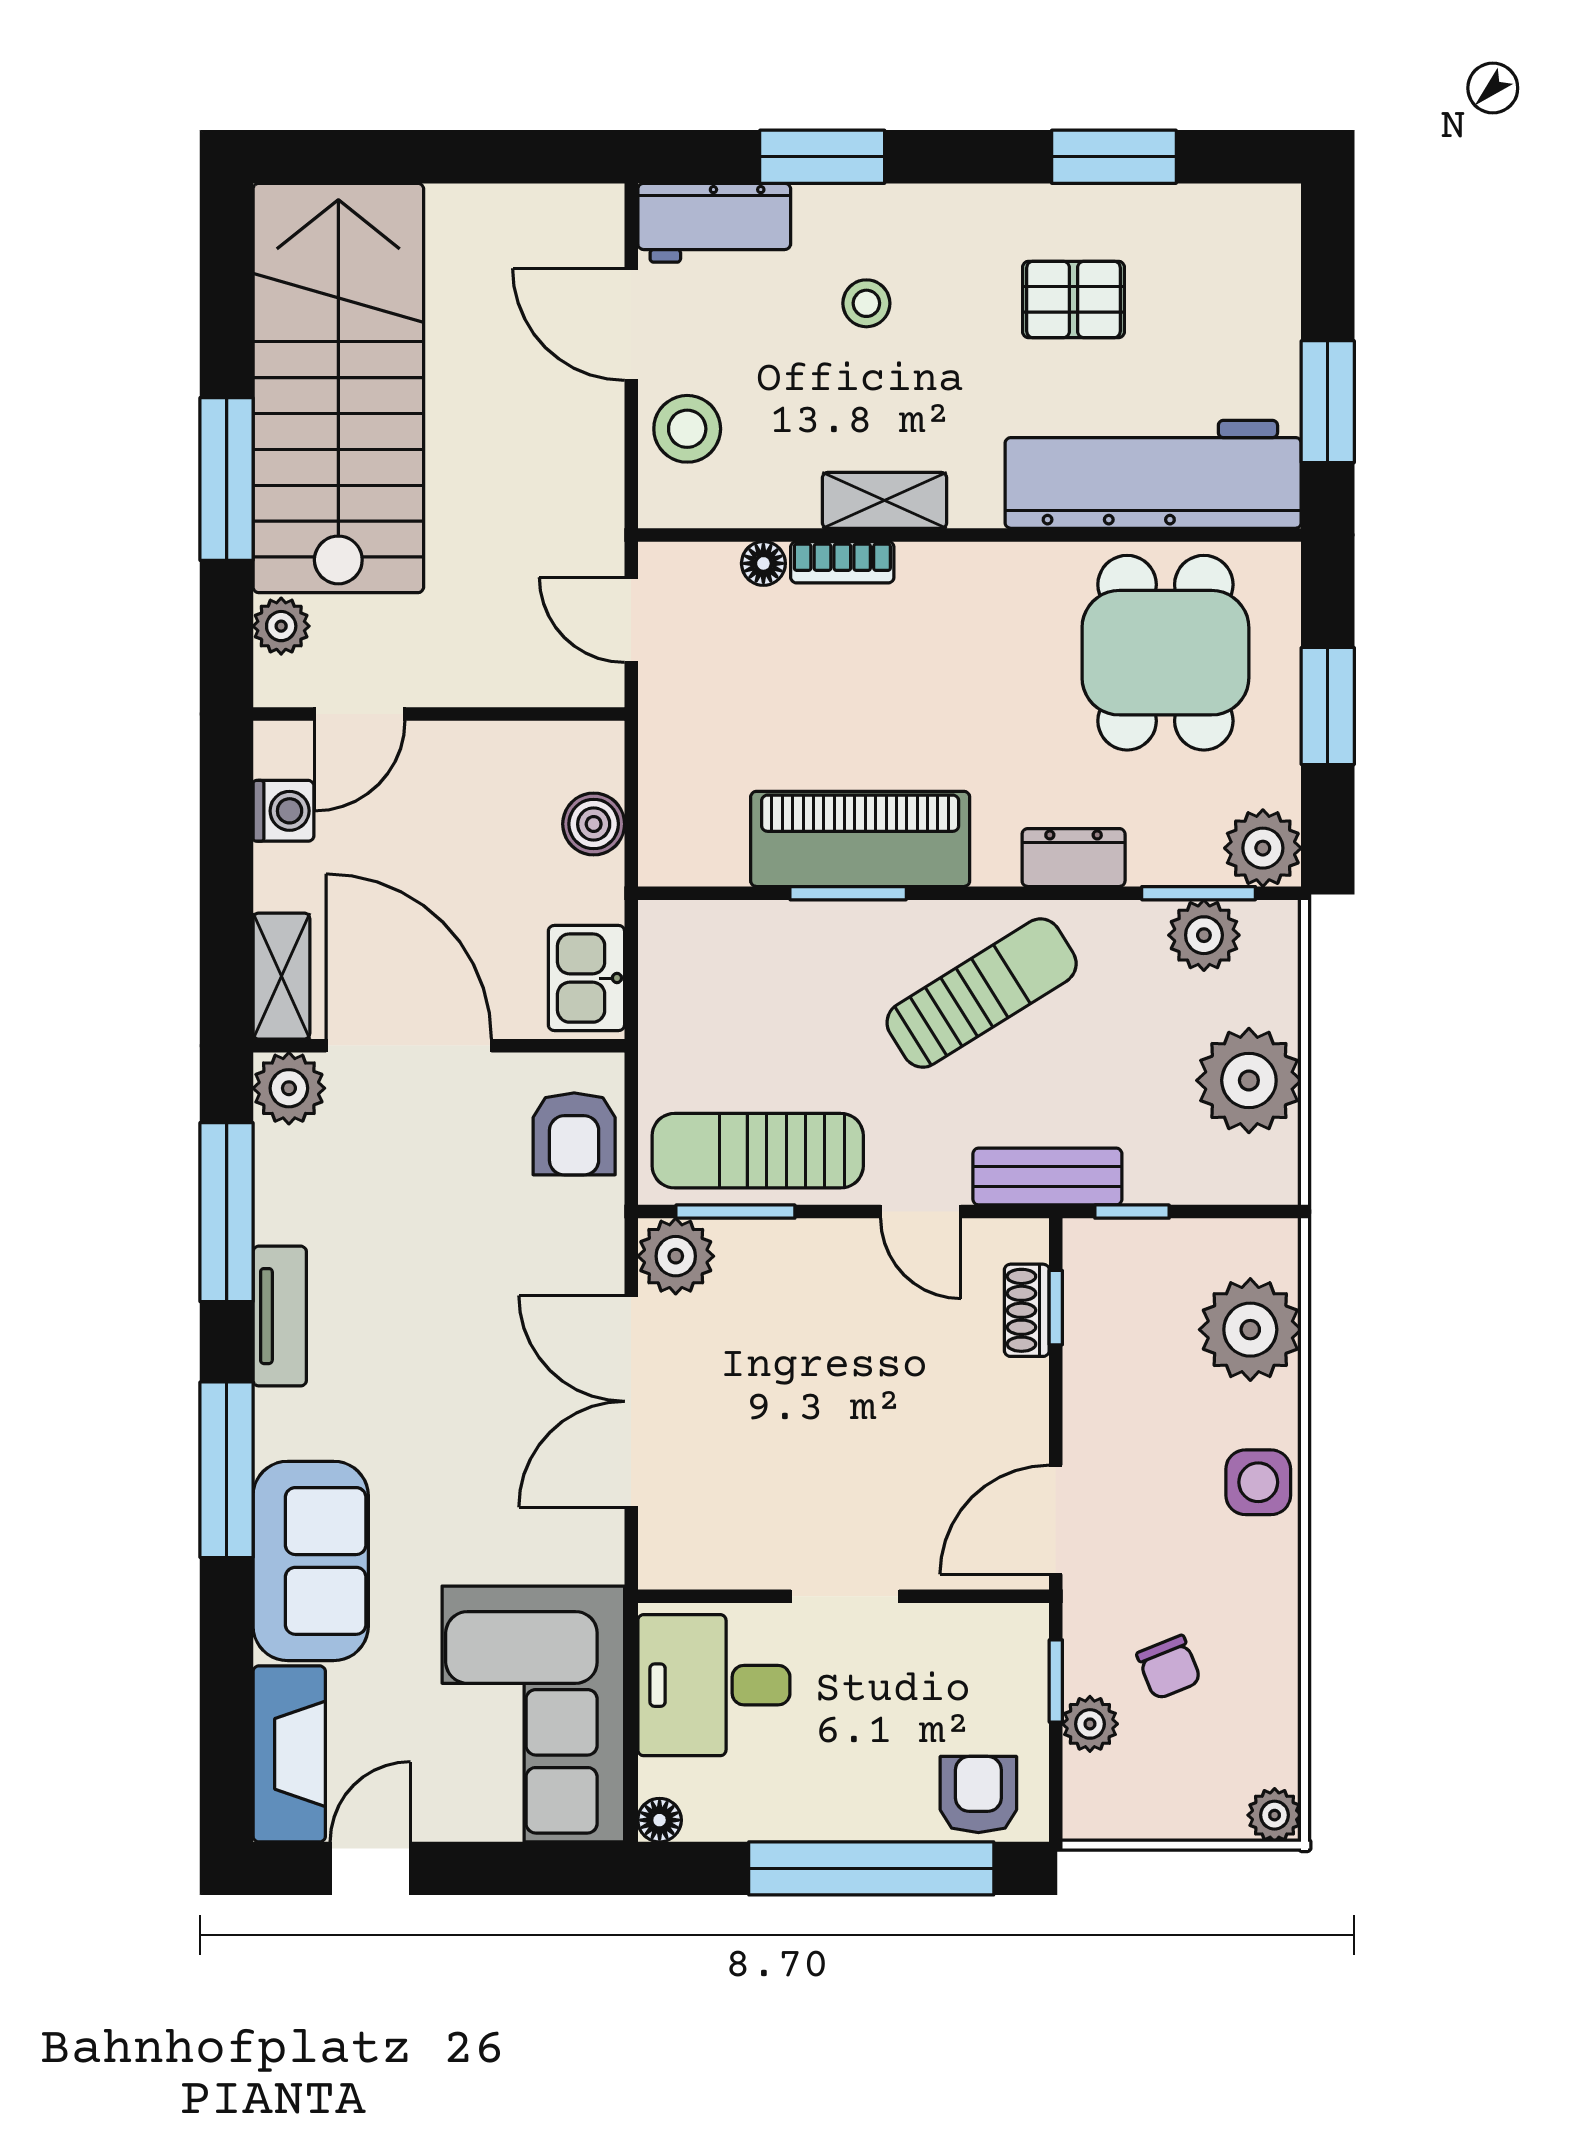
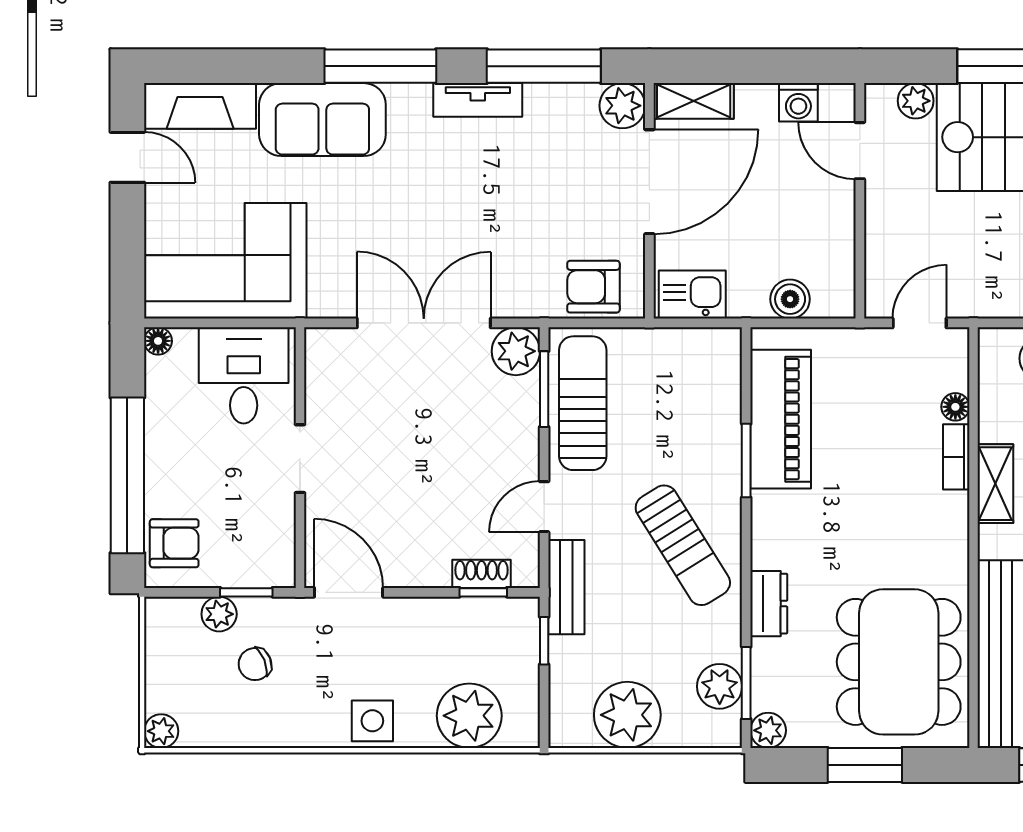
dining table: (1165, 653) -> (899, 662), width x1.37
piano: (860, 839) -> (781, 419), moved
plant: (1263, 848) -> (768, 730), width x0.73, depth x0.73

